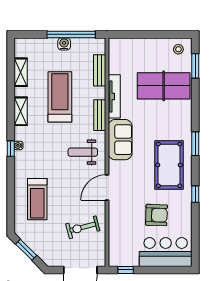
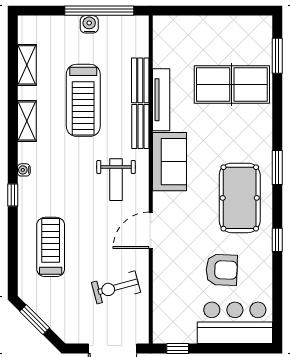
stool: (178, 49) -> (253, 32), removed
bench: (100, 70) -> (140, 80), moved
treadmill: (60, 97) -> (83, 100), turned 180
window: (11, 149) -> (13, 195), moved
weight bench: (83, 152) -> (116, 180), turned -90
treadmill: (37, 199) -> (51, 247), turned 180

